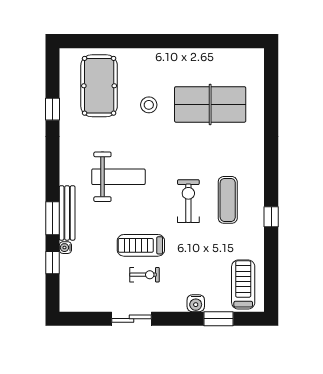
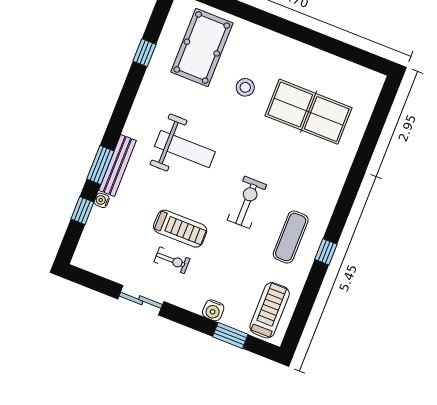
exercise mat: (228, 200) -> (291, 237), moved
treadmill: (141, 245) -> (180, 229), turned 180

